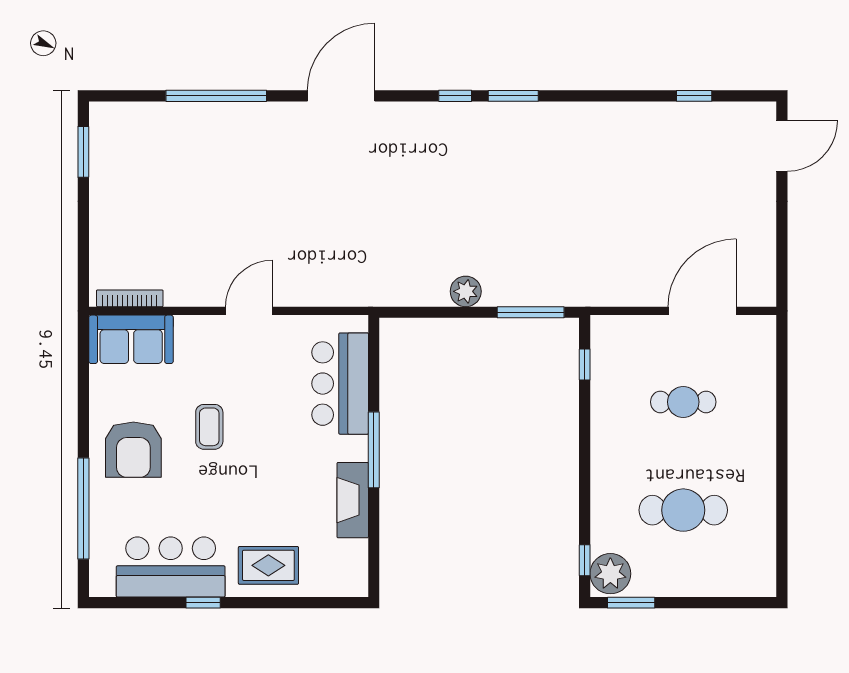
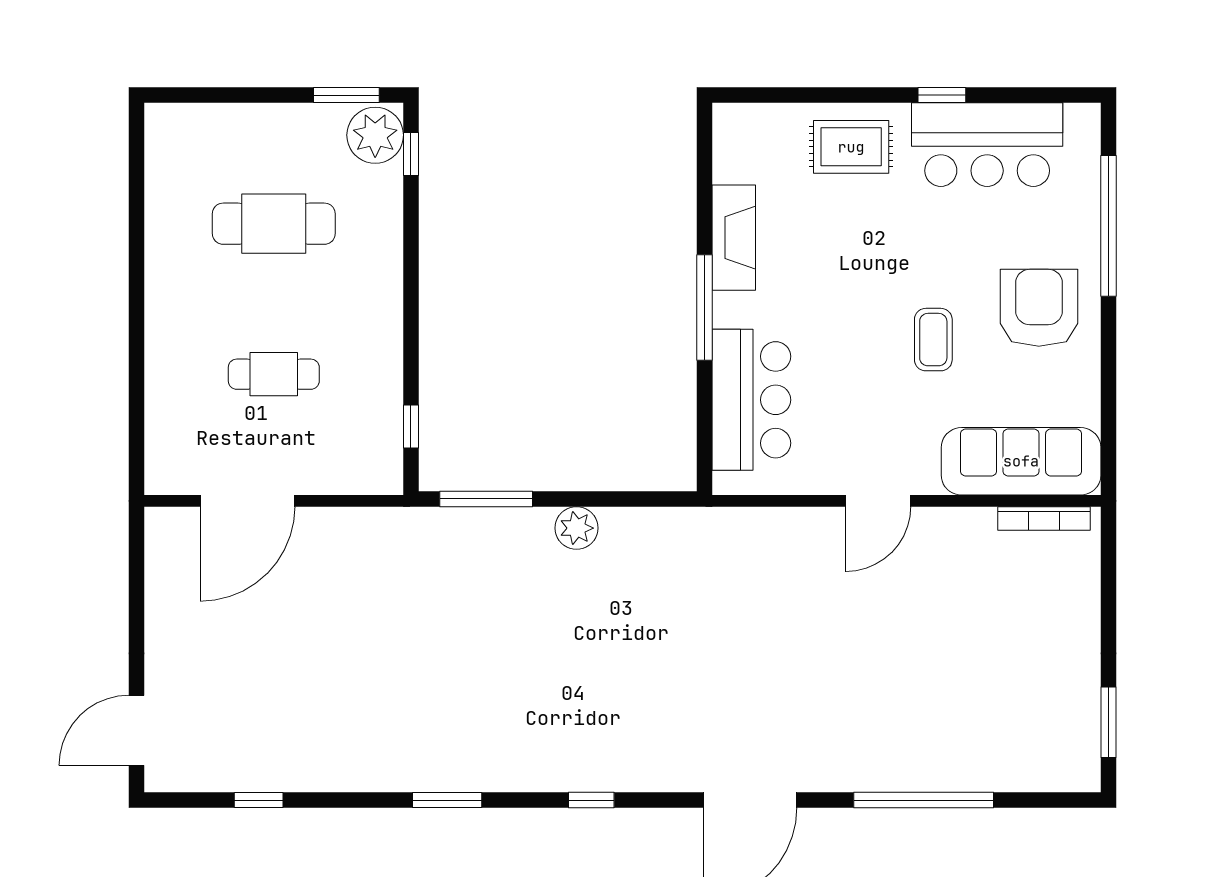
window: (513, 96) -> (447, 800), moved
sofa: (131, 339) -> (1021, 461), width x1.36

